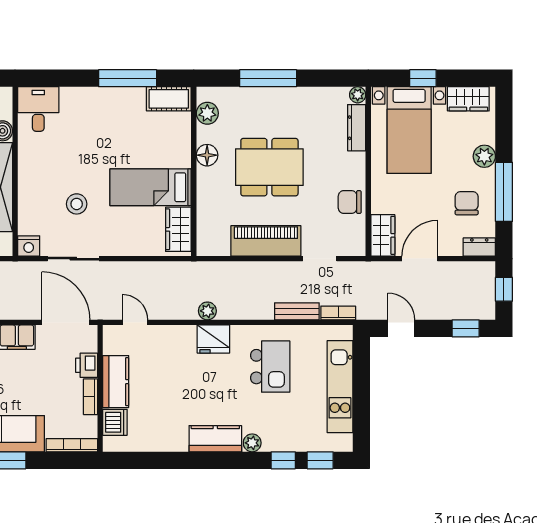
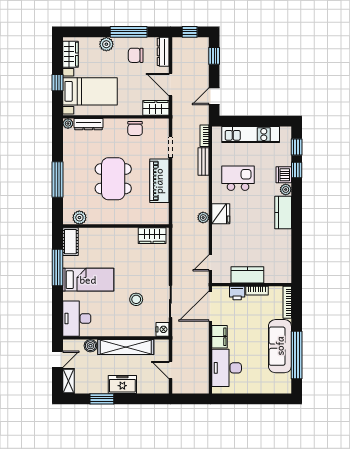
desk: (38, 109) -> (77, 319), width x1.37
floor lamp: (207, 155) -> (106, 218), removed
bed: (151, 187) -> (88, 280), moved, turned -90
dresser: (479, 247) -> (163, 52), width x1.44
dishwasher: (115, 422) -> (284, 175), moved, turned -90

